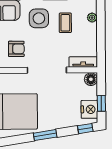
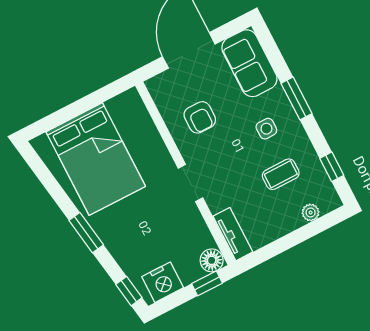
side table: (39, 18) -> (266, 129), width x0.54, depth x0.54
doorway: (47, 70) -> (190, 183), width x0.53
window: (101, 103) -> (207, 283), moved

